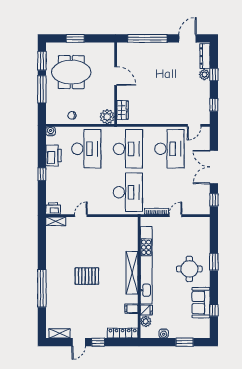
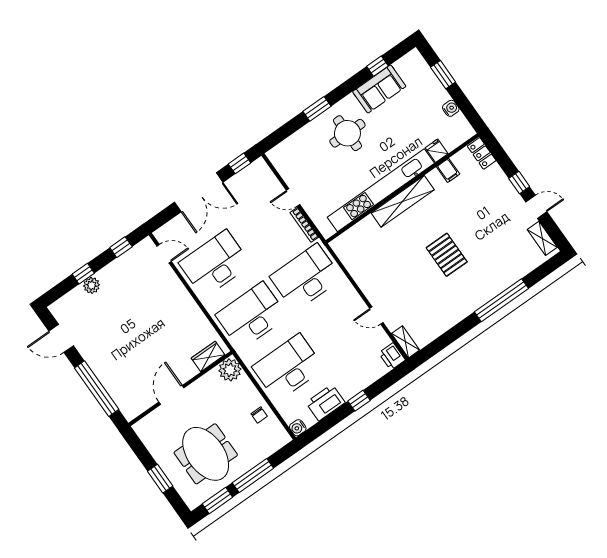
dresser: (205, 56) -> (68, 301), removed
plant: (146, 321) -> (451, 141), removed
locker: (123, 333) -> (482, 153), width x0.66

